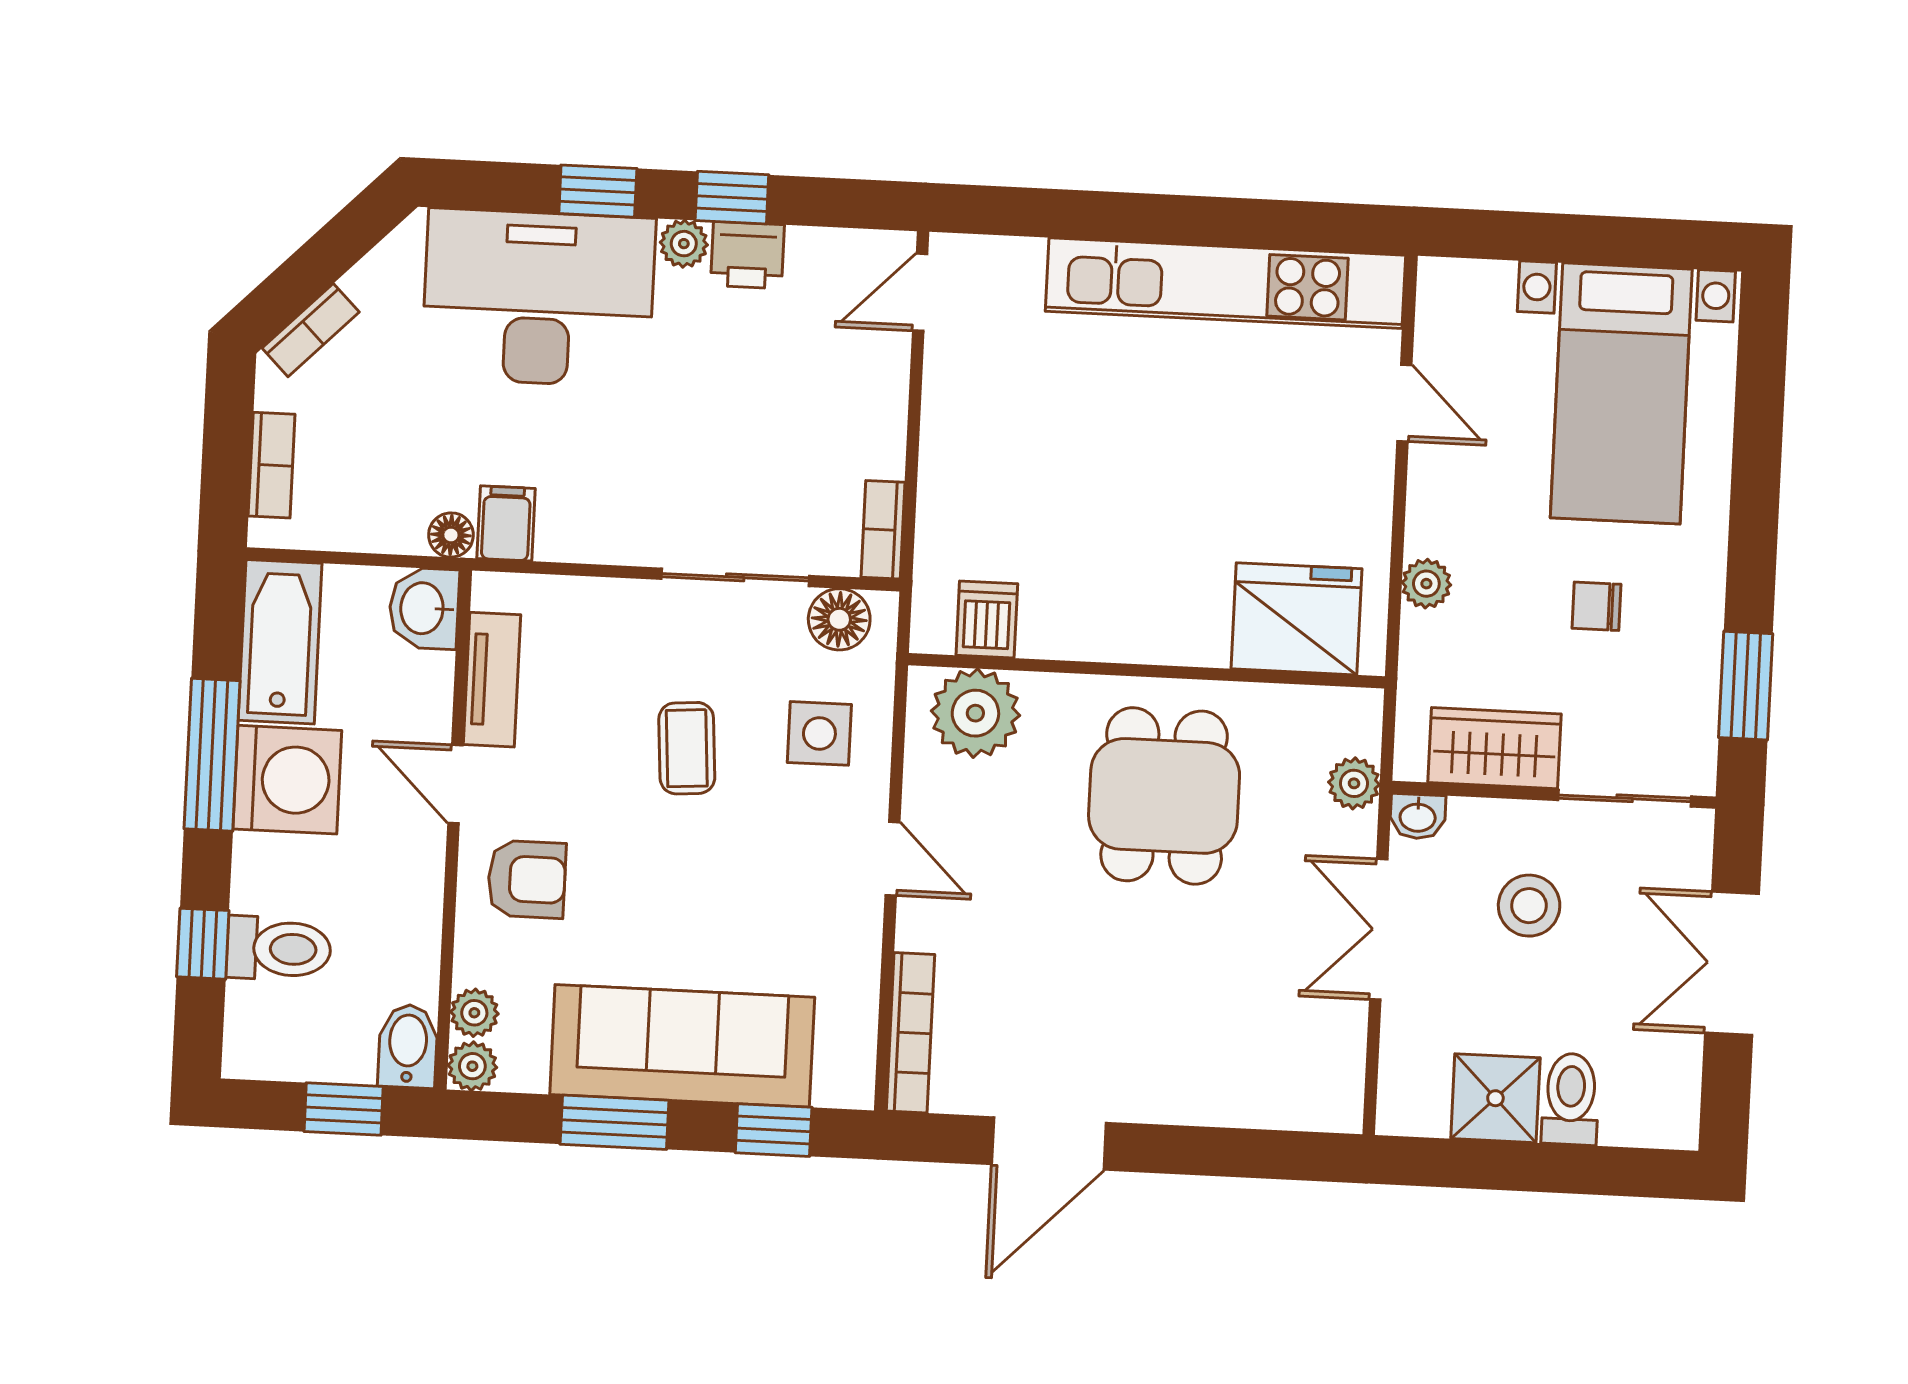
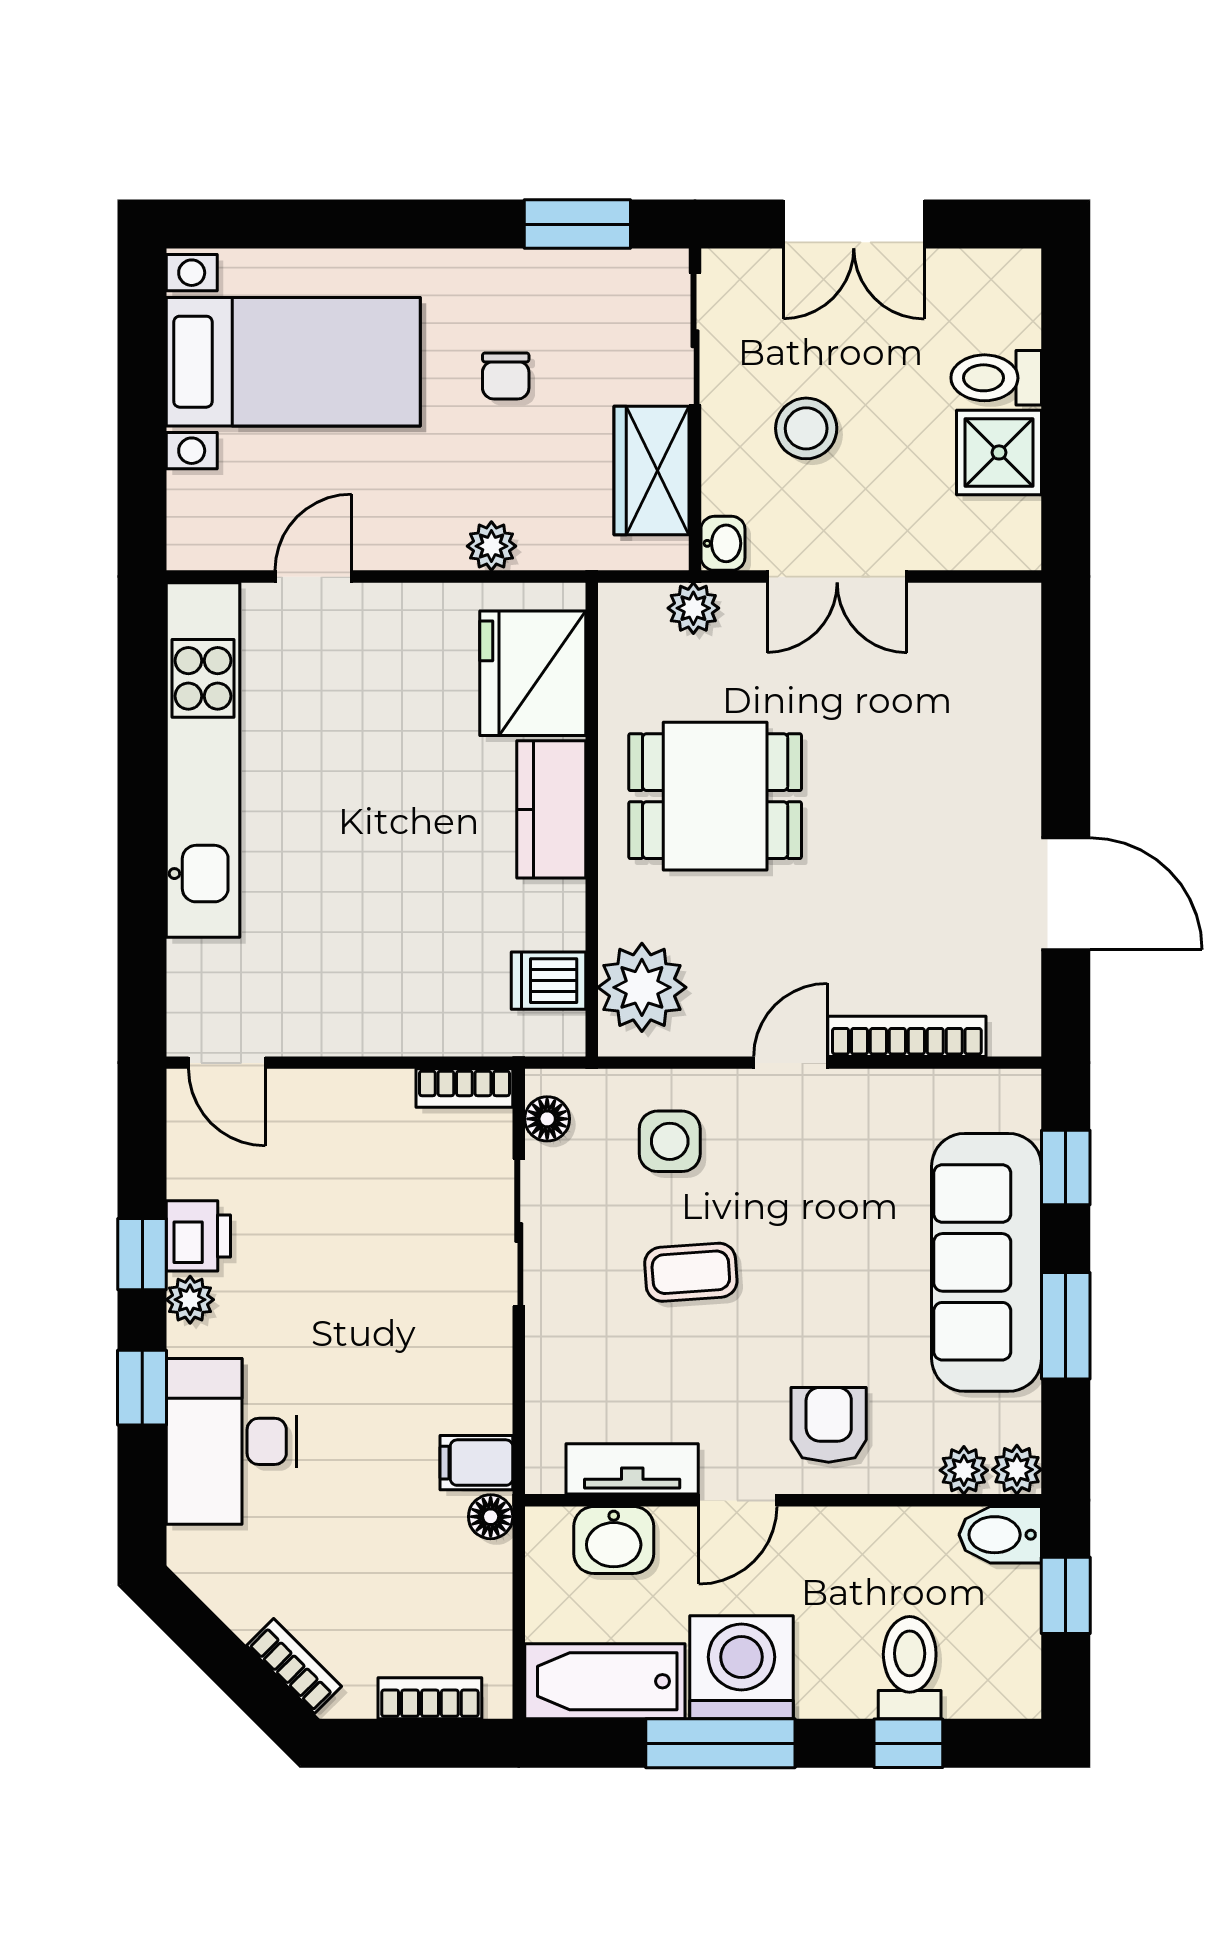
desk: (538, 298) -> (231, 1441), width x0.73, depth x0.77
washbasin: (424, 608) -> (614, 1540), moved
floor lamp: (839, 619) -> (547, 1119), width x0.73, depth x0.73
kitchen counter: (1159, 631) -> (551, 809), added
bookcase: (910, 1033) -> (907, 1036), moved

